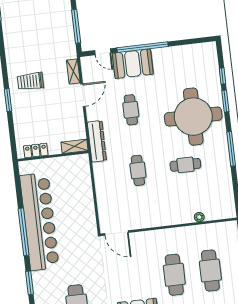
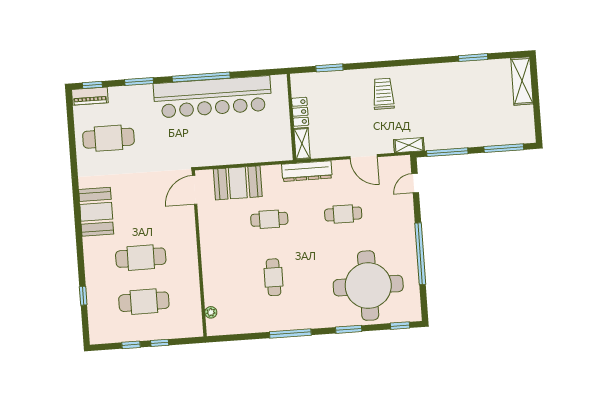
window: (143, 47) -> (420, 254), moved
booth: (133, 64) -> (238, 183), moved, turned 90
shelving: (73, 71) -> (409, 145), moved
window: (223, 76) -> (400, 326), moved
window: (8, 100) -> (329, 68), moved
round table: (193, 117) -> (368, 286), moved
locker: (36, 151) -> (300, 112), moved
plant: (199, 217) -> (211, 312), moved

